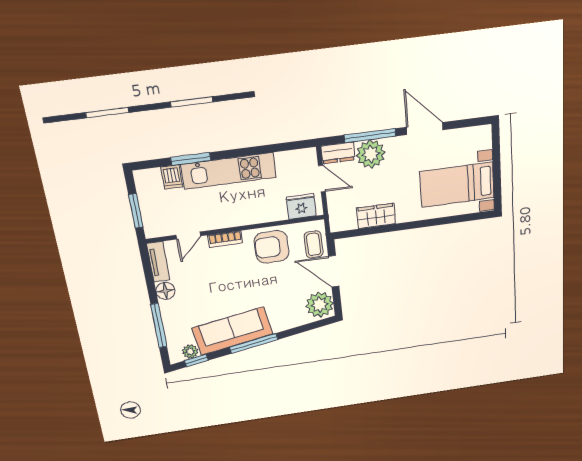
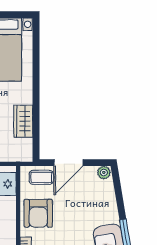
plant: (320, 305) -> (104, 173), width x0.53, depth x0.53

